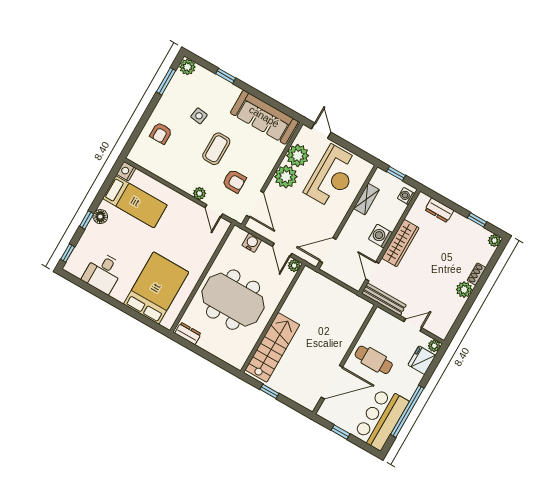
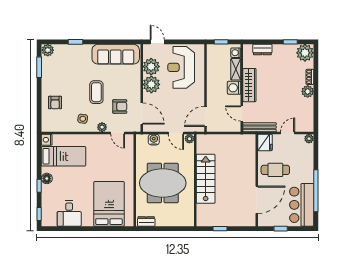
side table: (199, 116) -> (83, 119), moved
reception desk: (332, 177) -> (181, 67), turned 180
shelving: (366, 199) -> (236, 69), moved
plant: (494, 240) -> (305, 53), width x1.88, depth x1.88
stairs: (272, 347) -> (206, 179), moved
fridge: (422, 360) -> (265, 142), moved, turned 180

